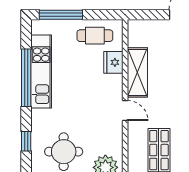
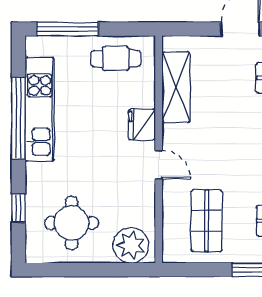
fridge: (113, 62) -> (142, 125), moved
shelving: (137, 72) -> (176, 87), moved

